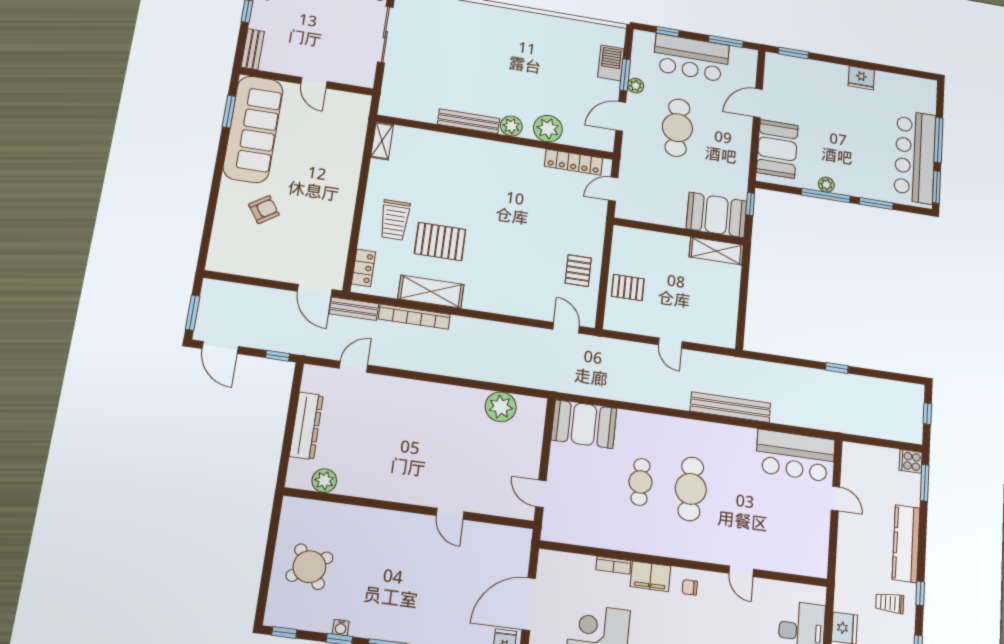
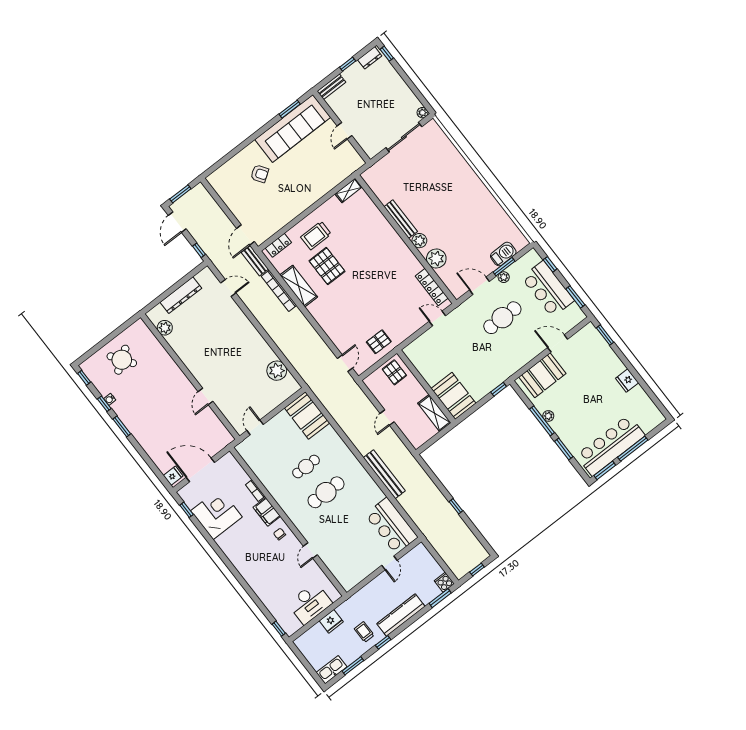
booth: (716, 215) -> (453, 396), moved
wall: (679, 231) -> (426, 386), moved
shelving: (716, 251) -> (434, 413), moved

